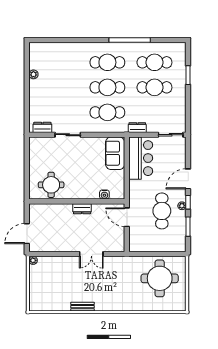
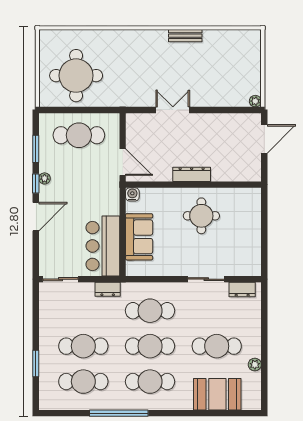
booth: (60, 53) -> (217, 394), added
cafe table: (60, 87) -> (217, 346), added
sofa: (115, 153) -> (139, 237), moved
round table: (51, 185) -> (201, 216), moved
water cooler: (104, 194) -> (132, 194), moved
dresser: (82, 209) -> (192, 174), width x1.44
cafe table: (162, 211) -> (79, 135), moved, turned 90

